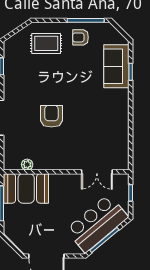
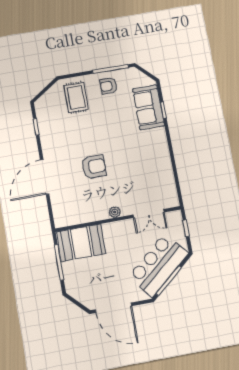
rug: (46, 43) -> (76, 97), turned 90
armchair: (51, 116) -> (94, 167), turned 90
plant: (27, 165) -> (115, 212), moved

